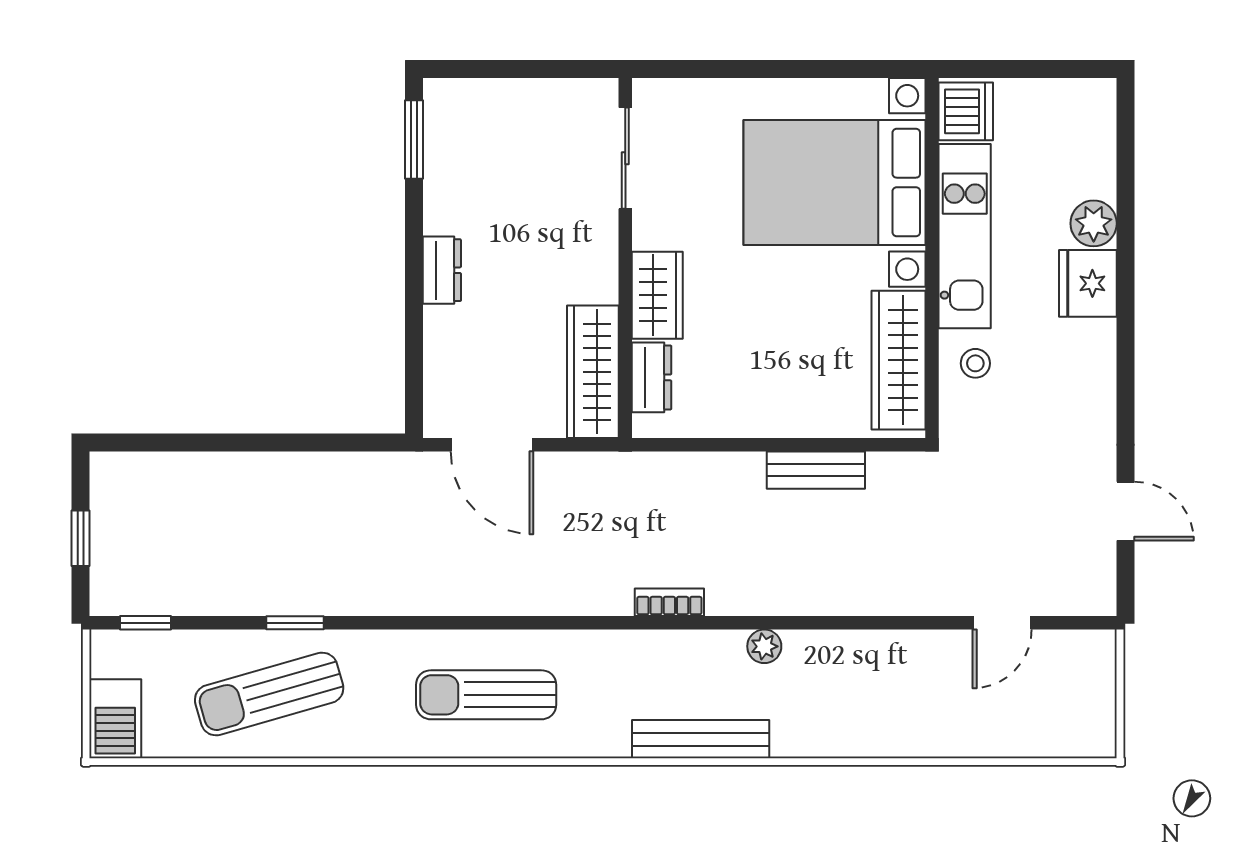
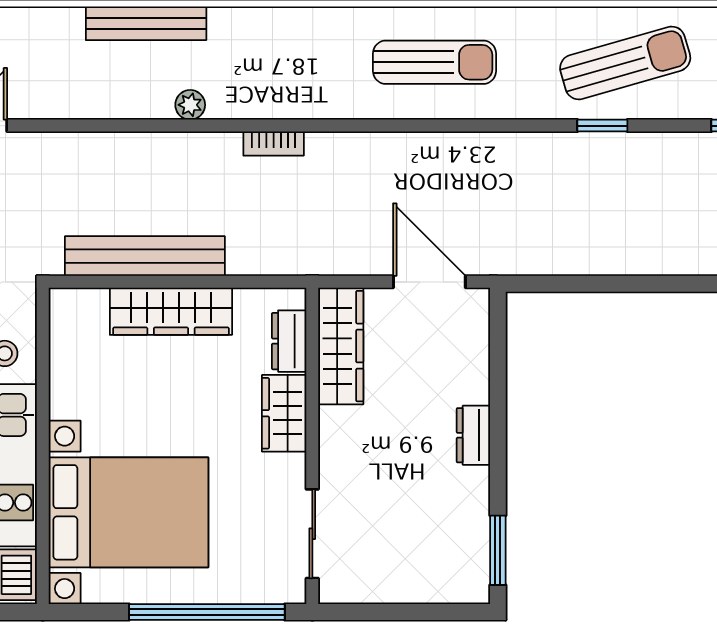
window: (745, 69) -> (207, 612), added
wardrobe: (898, 360) -> (171, 311), moved, turned 90
bench: (816, 470) -> (145, 256), width x1.86, depth x1.21
bench: (701, 739) -> (146, 23), moved

